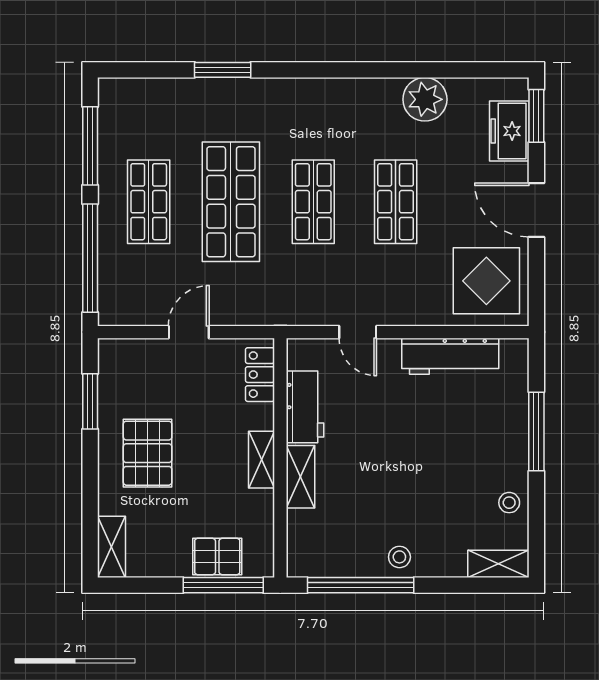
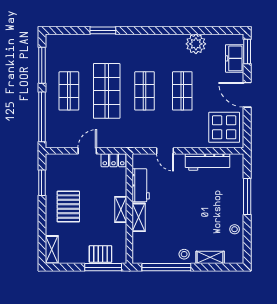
locker: (260, 375) -> (114, 160), moved, turned -90
shelving: (498, 564) -> (210, 257), moved

